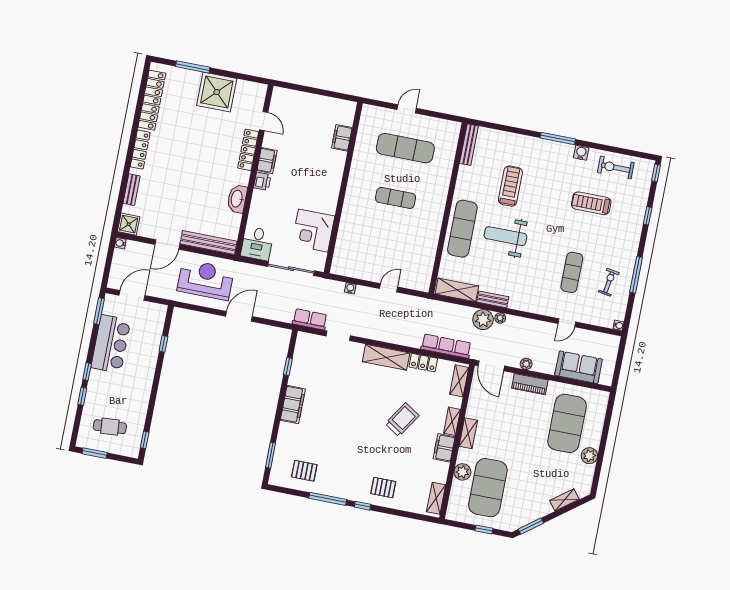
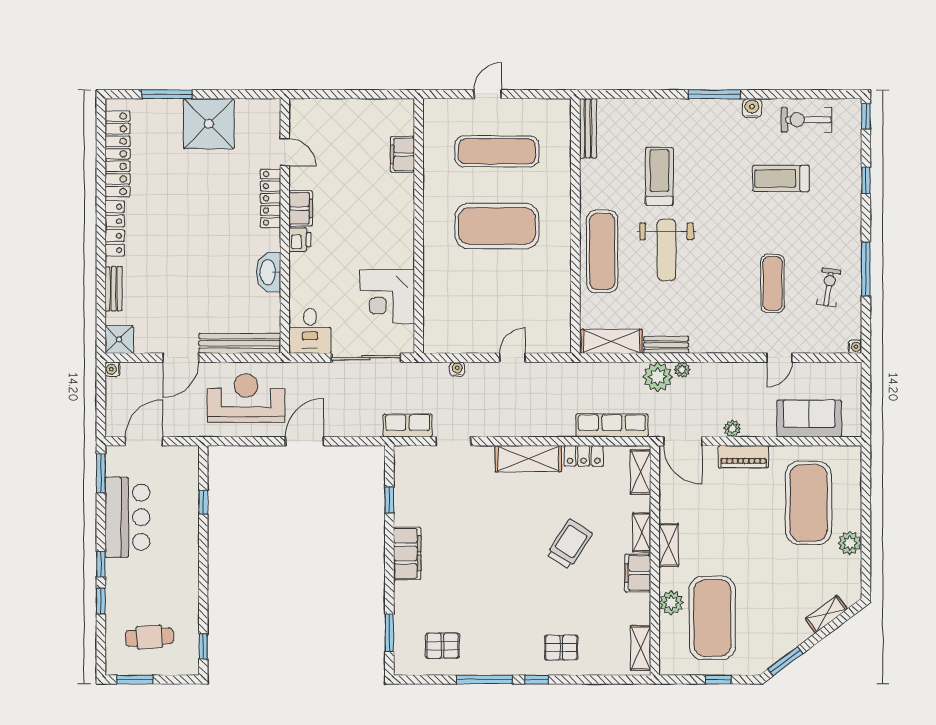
exercise mat: (396, 198) -> (497, 226), width x2.00, depth x1.45
weight bench: (505, 236) -> (666, 250), turned -90

